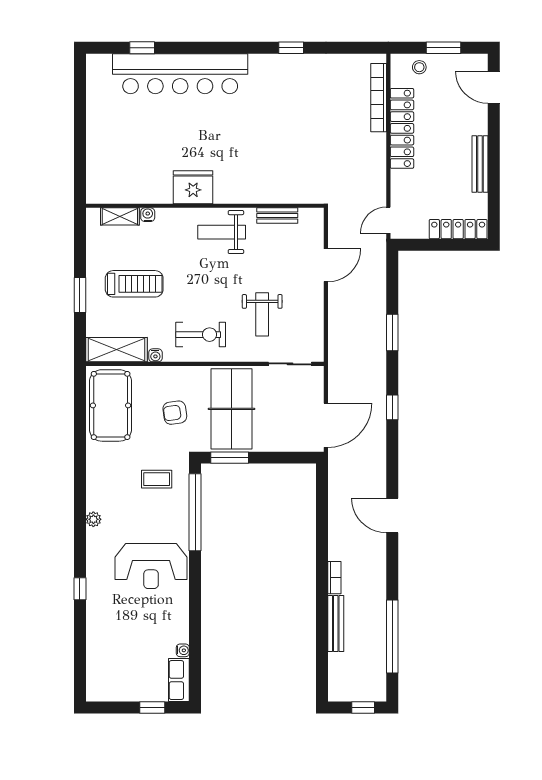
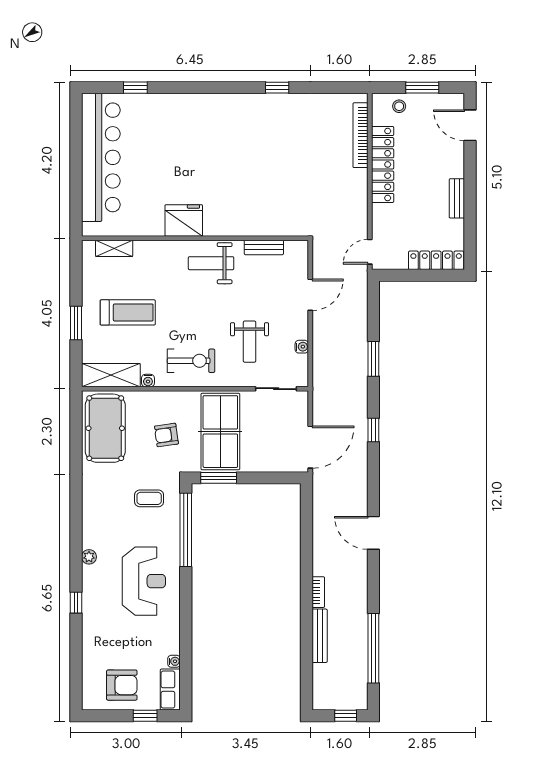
bar counter: (180, 74) -> (101, 157), moved, turned -90
bench: (480, 164) -> (457, 198), width x0.73
water cooler: (148, 215) -> (302, 347), moved, turned 90
plant: (93, 519) -> (89, 557), moved
reception desk: (151, 566) -> (144, 581), turned -90
armchair: (128, 675) -> (122, 685), added

